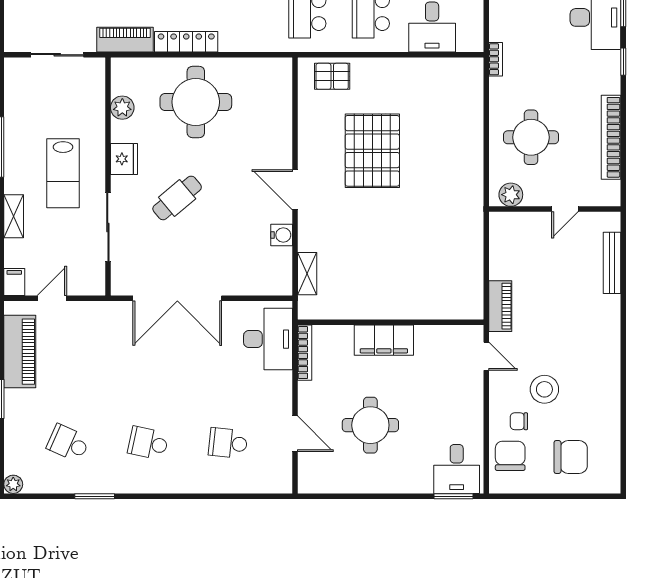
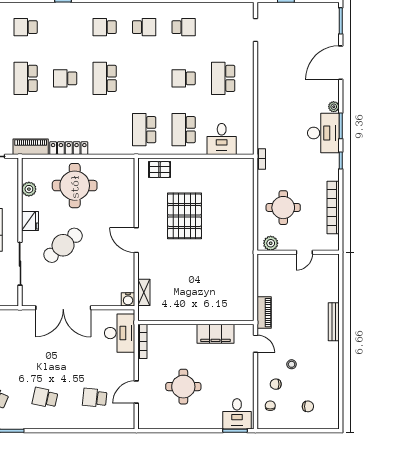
cafe table: (177, 198) -> (63, 245), width x1.37, depth x1.35
water cooler: (282, 235) -> (128, 299), moved, turned 90
bench: (612, 263) -> (334, 322), moved
filing cabinet: (384, 340) -> (215, 334), moved
stool: (544, 389) -> (292, 364), width x0.53, depth x0.53
door: (295, 434) -> (136, 392), swing flipped
chair: (510, 456) -> (270, 406), width x0.54, depth x0.54
chair: (571, 457) -> (308, 406), width x0.54, depth x0.54

